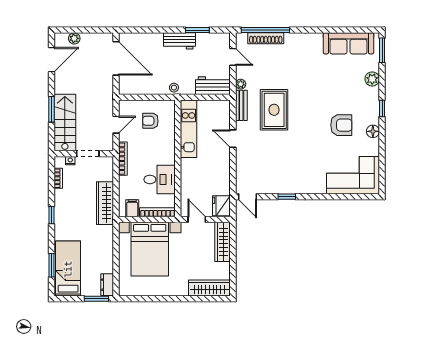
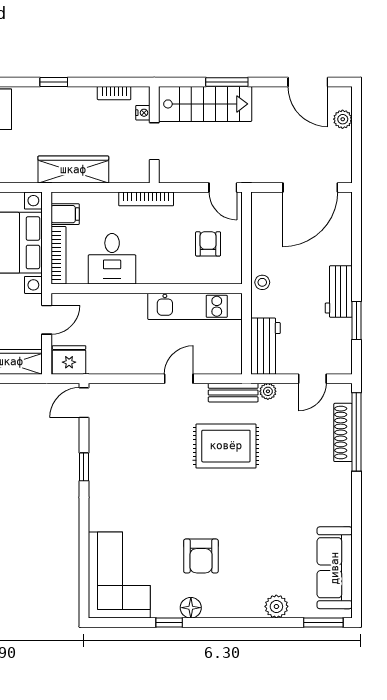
window: (382, 108) -> (169, 623), moved
door: (116, 125) -> (223, 188), moved

